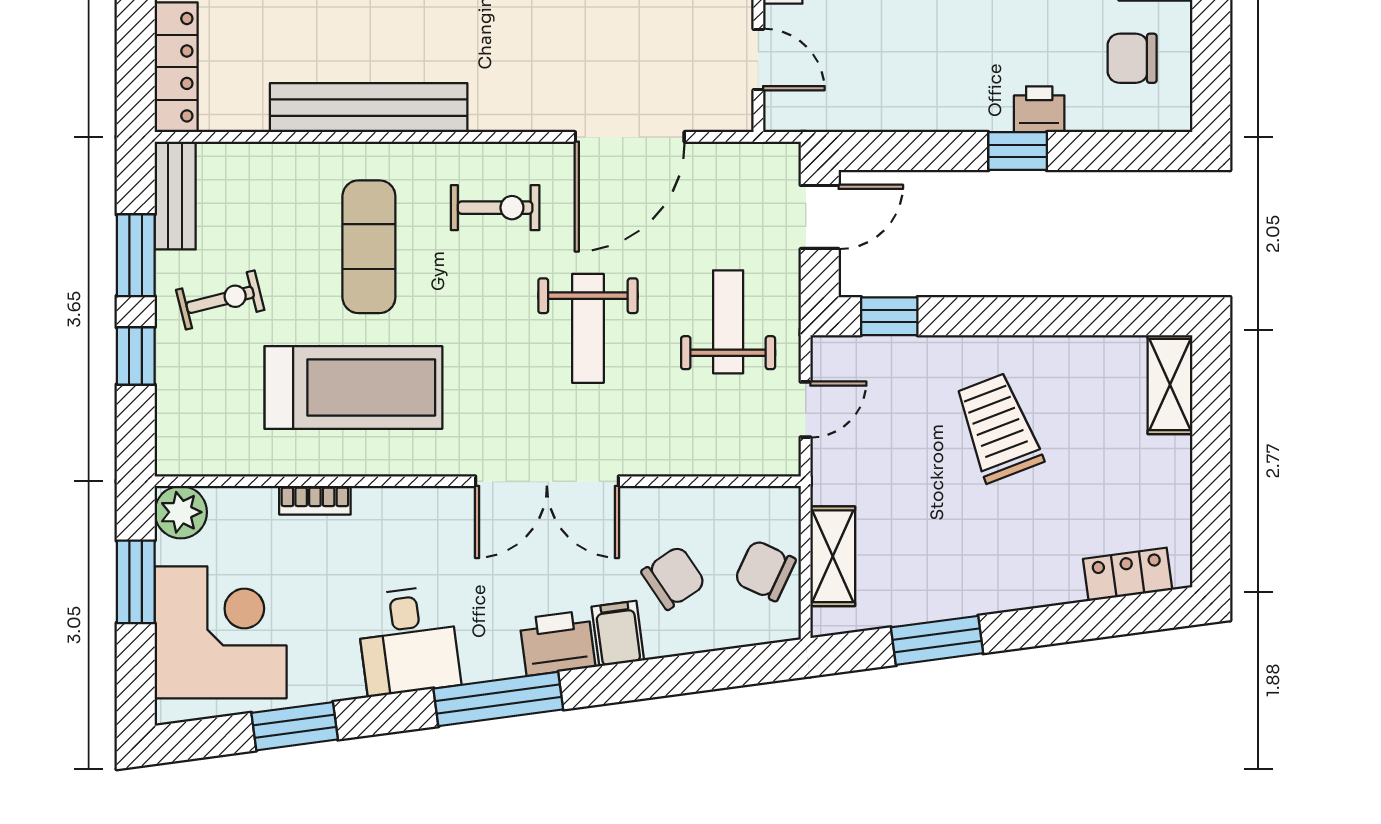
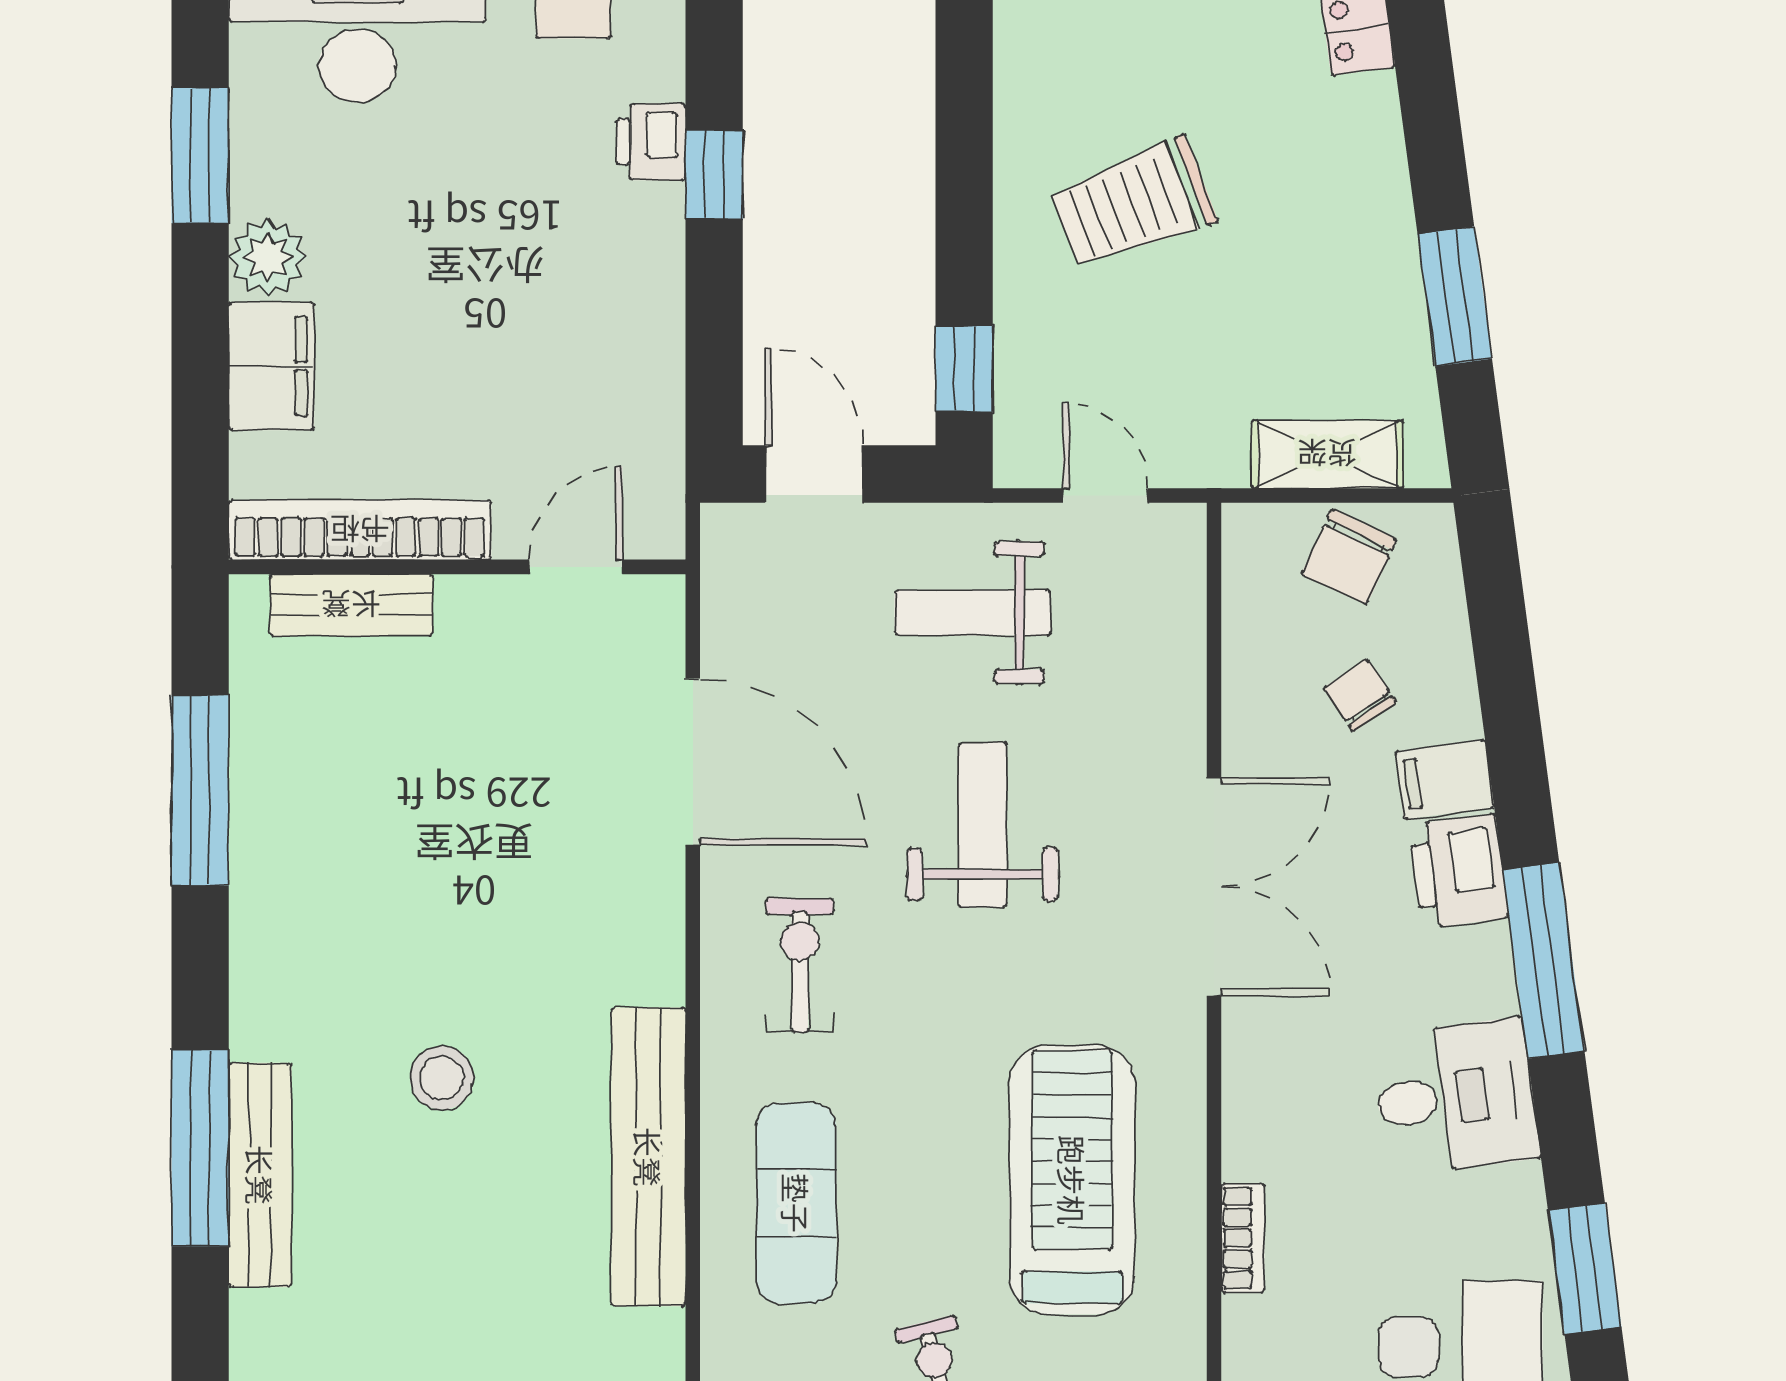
exercise mat: (369, 247) -> (796, 1203), moved, turned 90
weight bench: (588, 328) -> (983, 825), turned -90
chair: (674, 578) -> (1360, 695), width x0.73, depth x0.73

